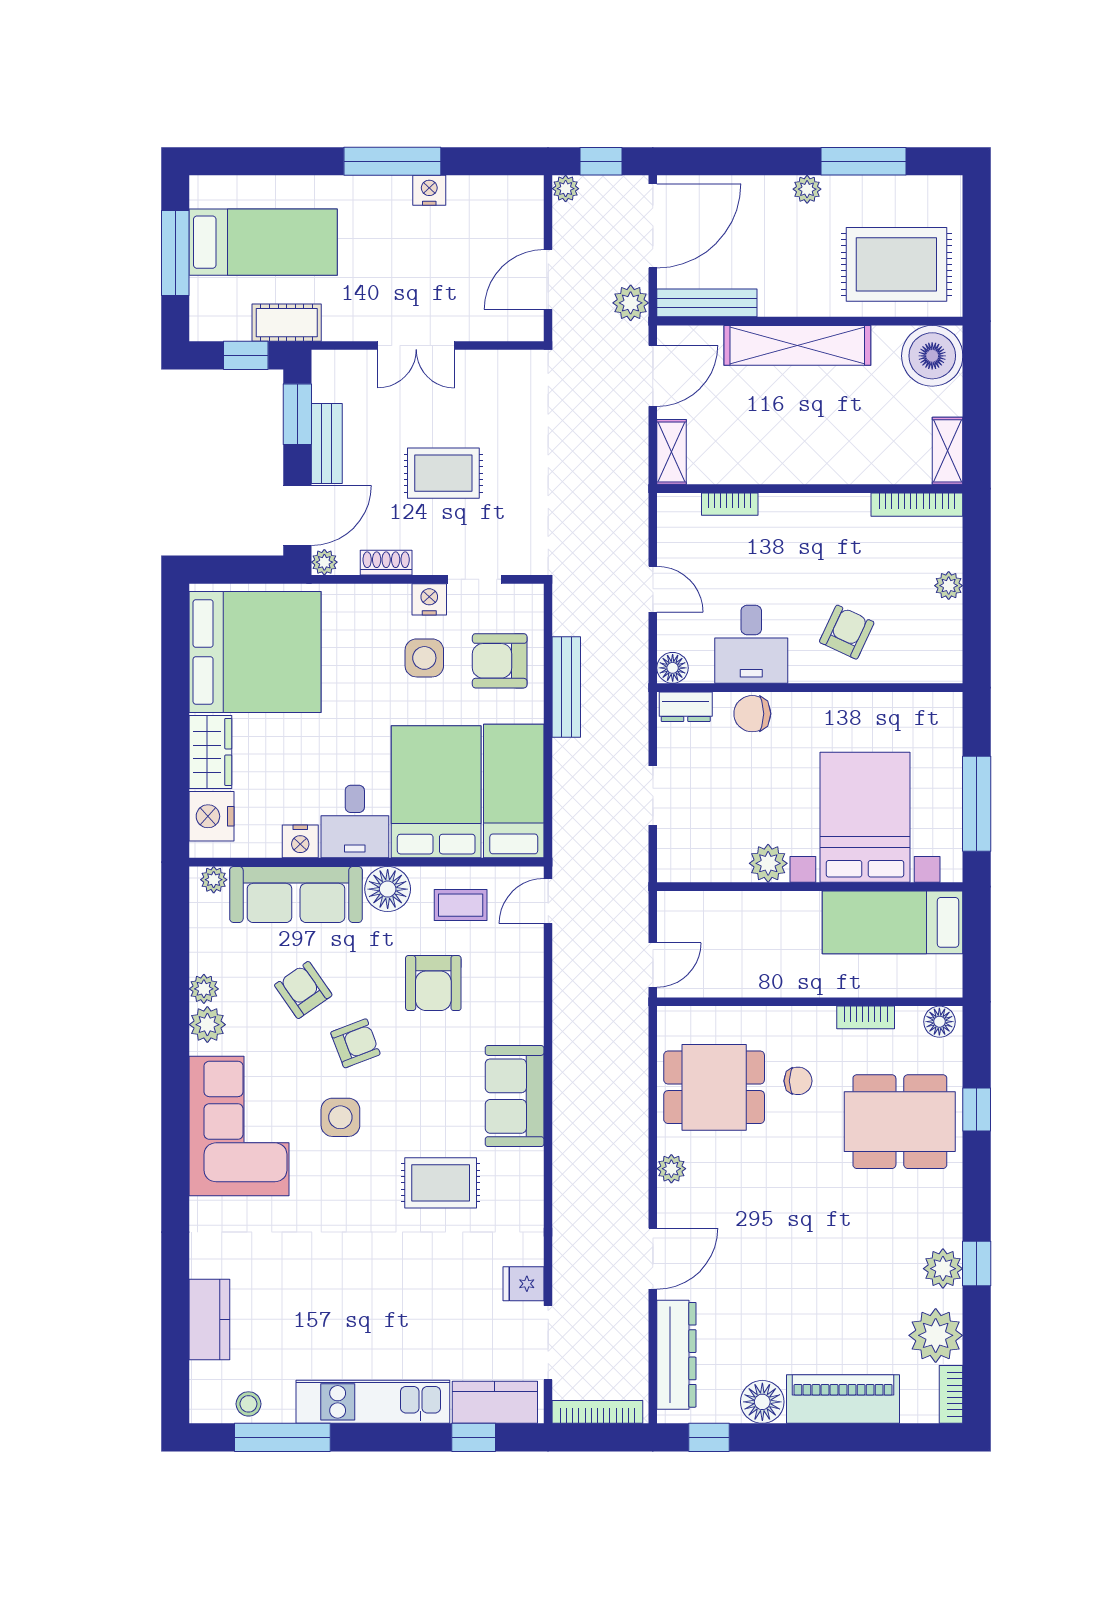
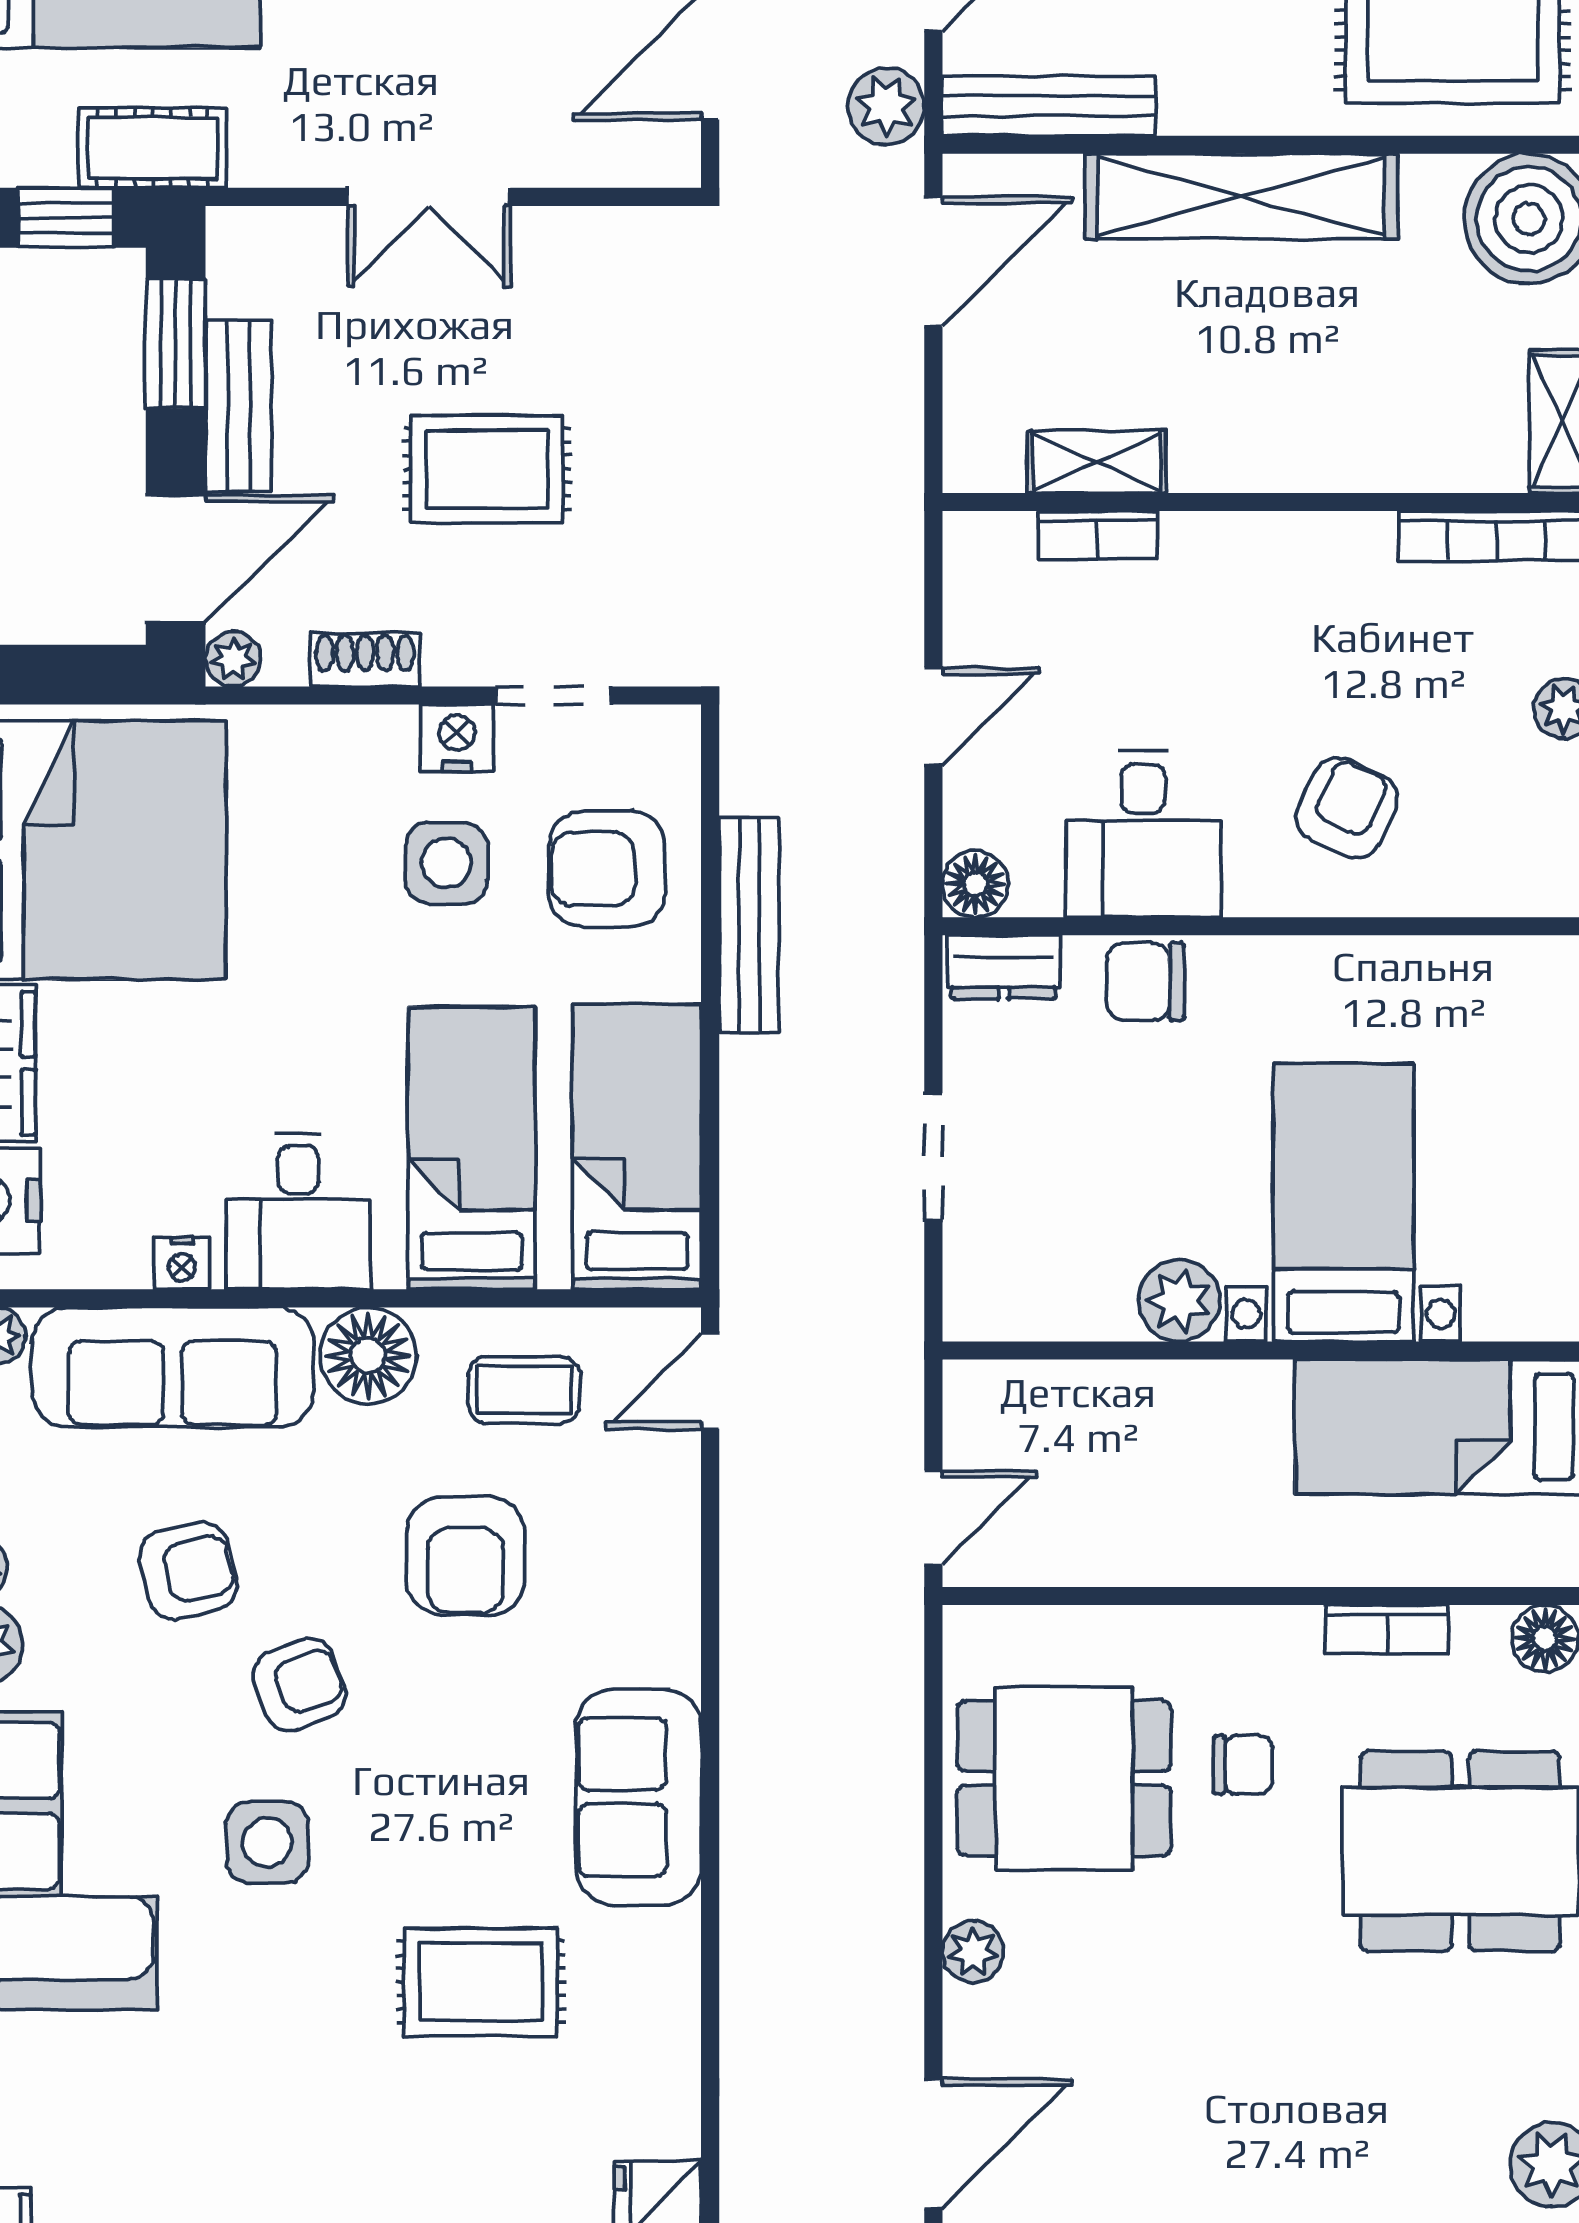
shelving: (672, 452) -> (1097, 462), moved, turned 90
door: (653, 589) -> (933, 716), hinge flipped
bed: (436, 792) -> (472, 1148), width x0.67
bed with nightstands: (865, 817) -> (1343, 1203), width x0.73
nightstand: (300, 841) -> (182, 1263), width x0.72, depth x0.74
armchair: (303, 990) -> (188, 1571), turned 112

